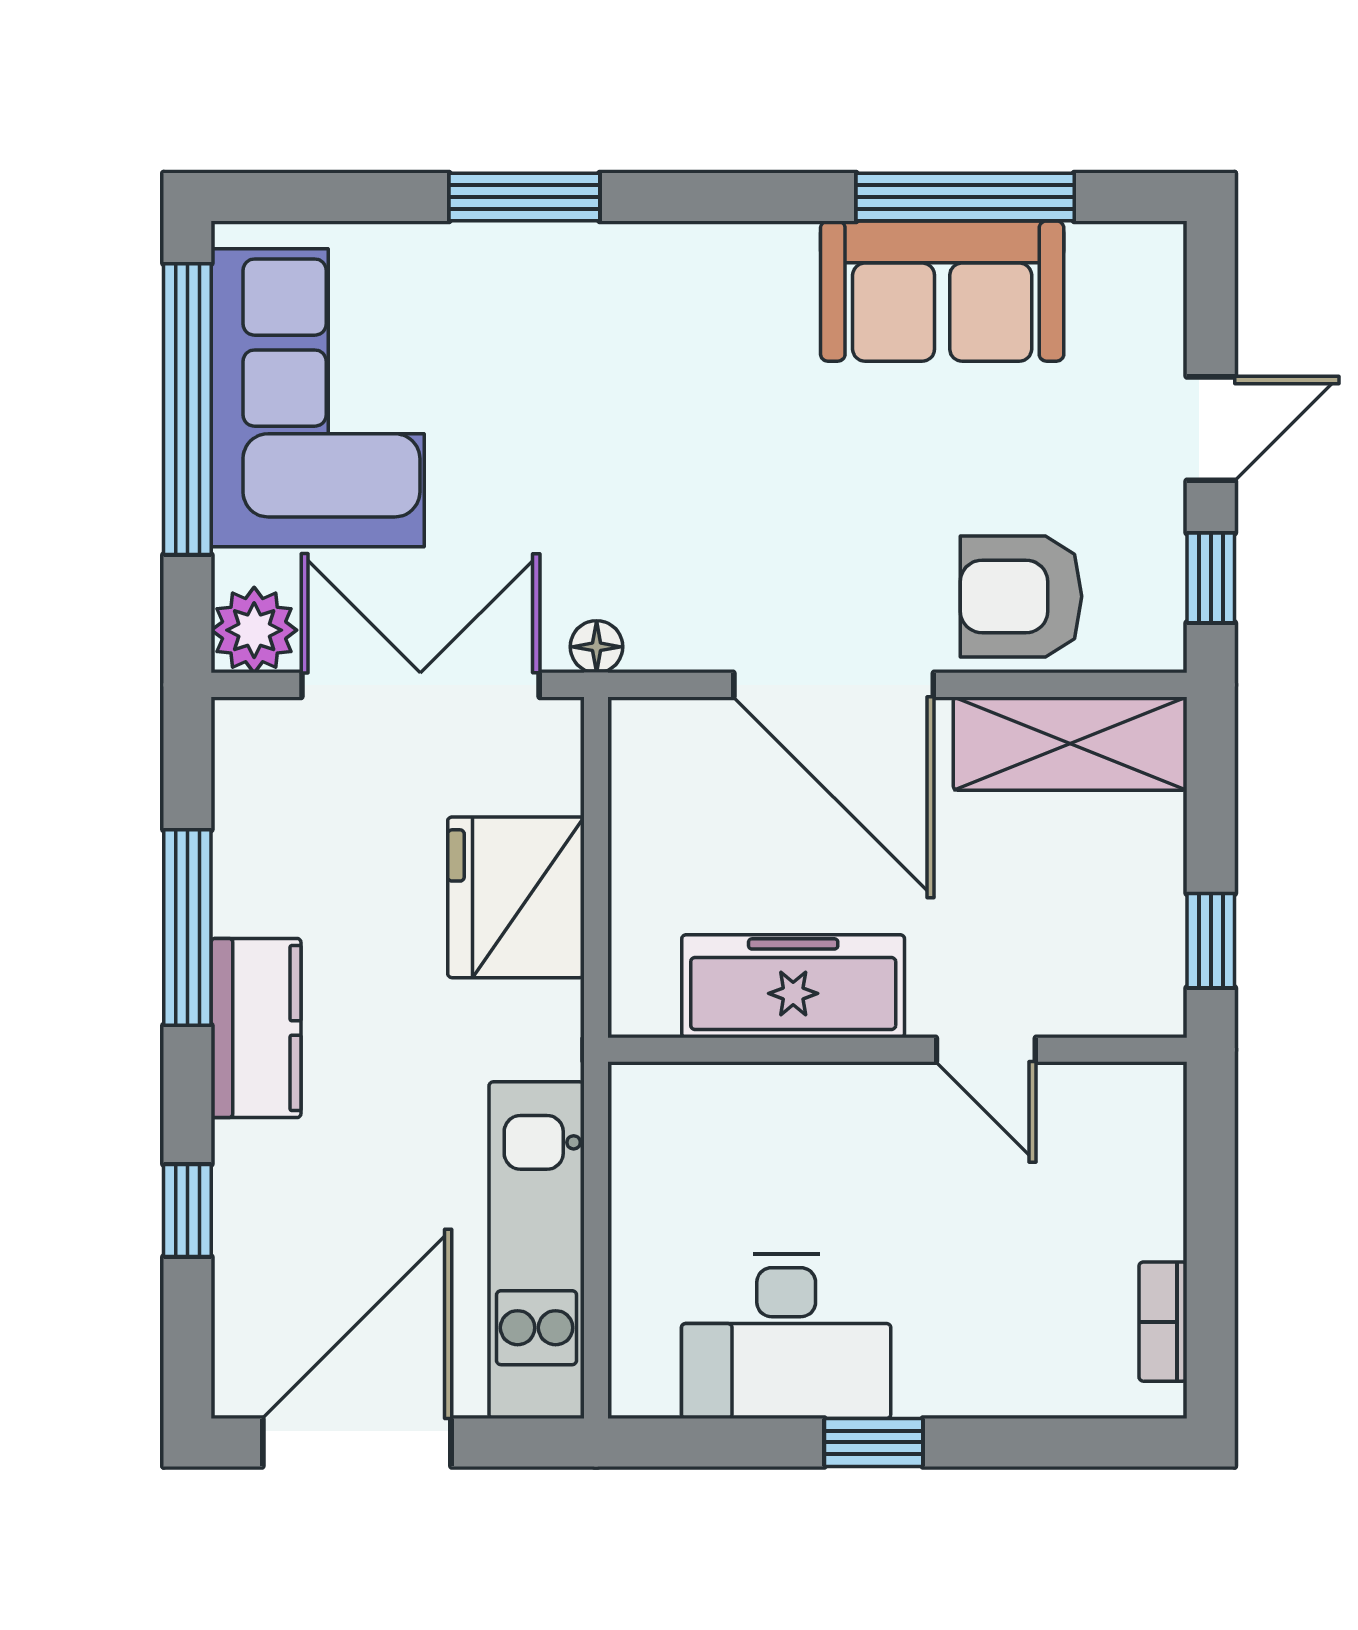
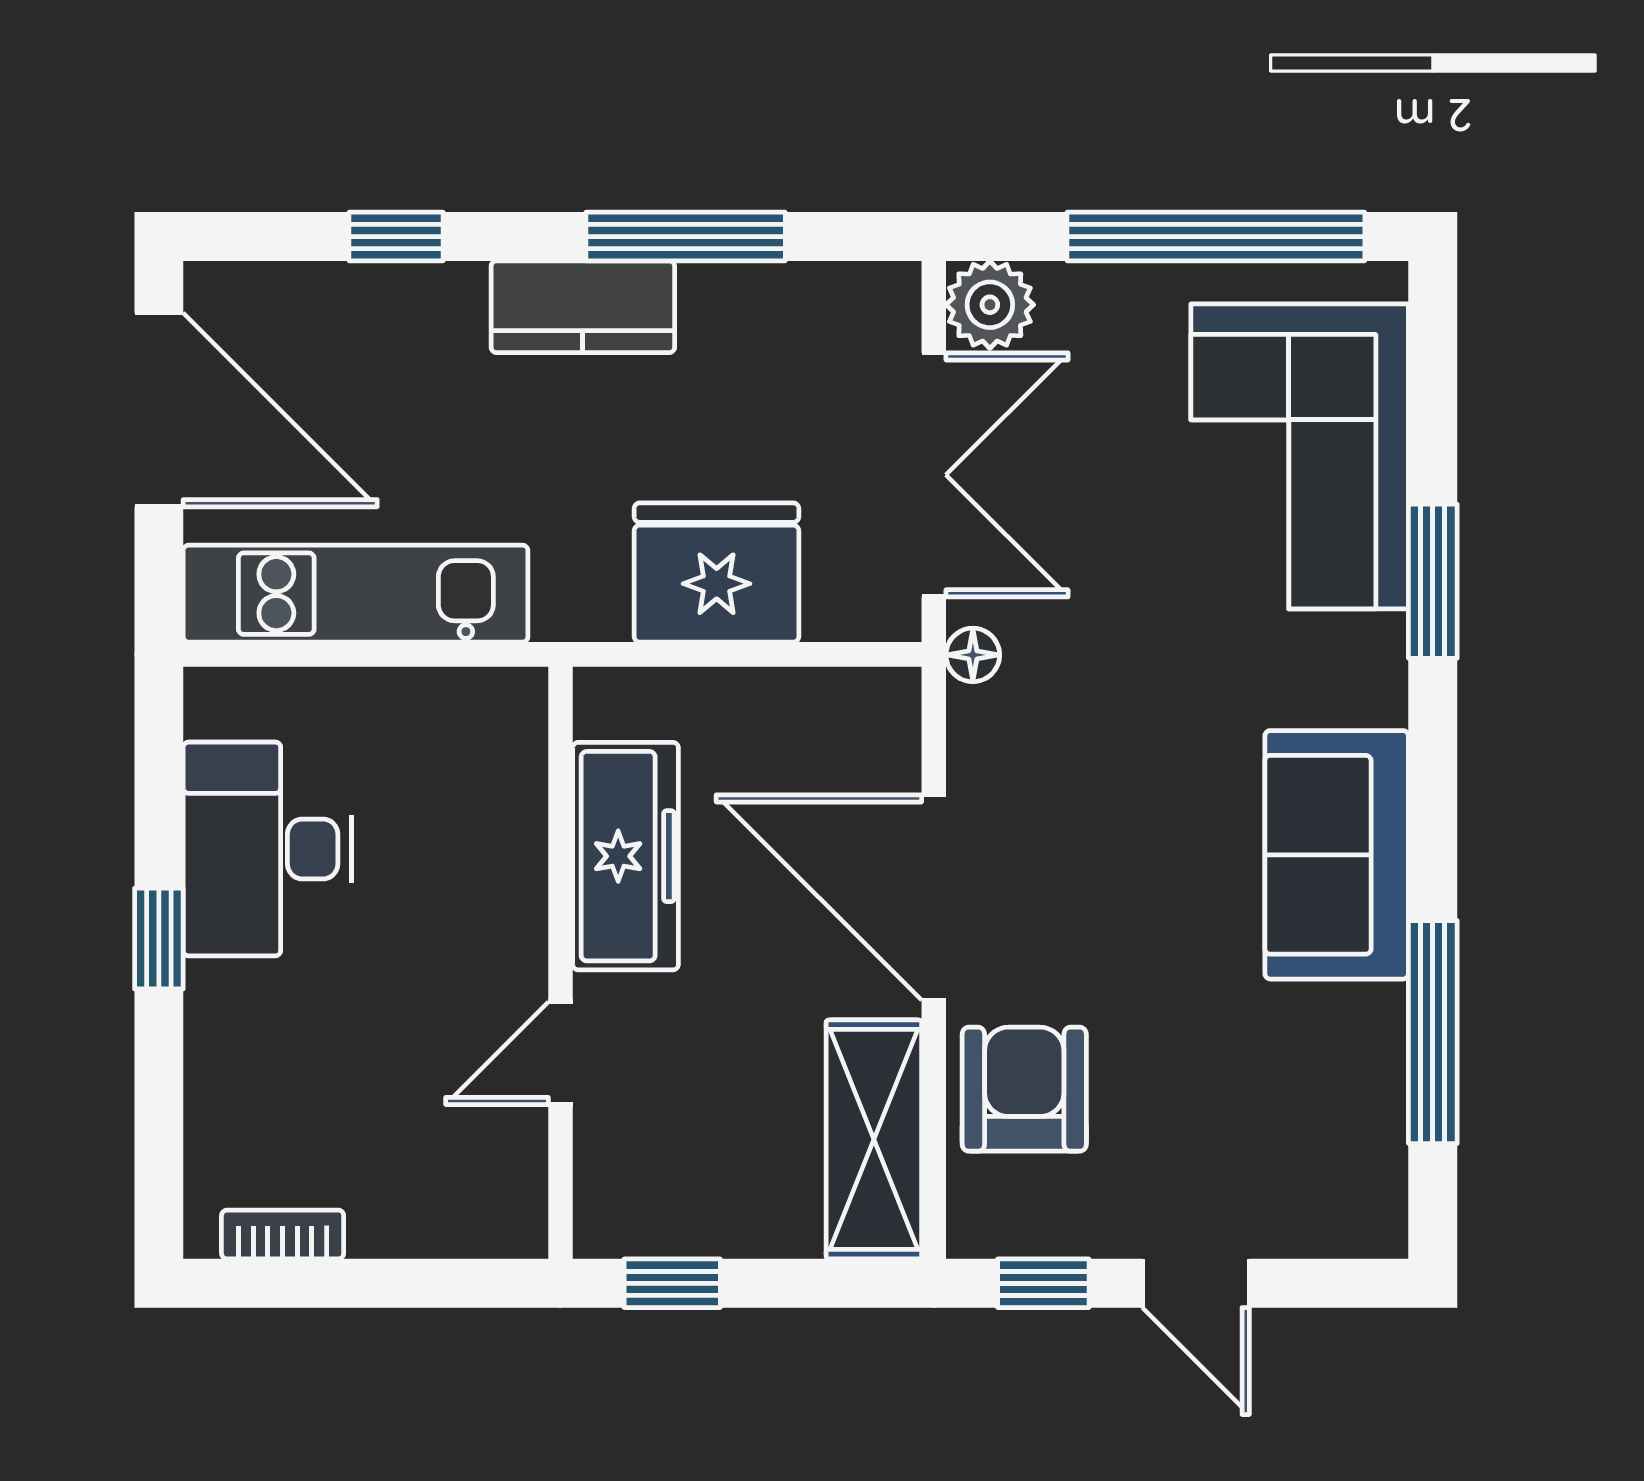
sofa: (942, 291) -> (1337, 855), moved
corner sofa: (318, 398) -> (1300, 456), moved, turned 90
door: (834, 685) -> (934, 898), hinge flipped

